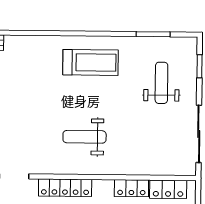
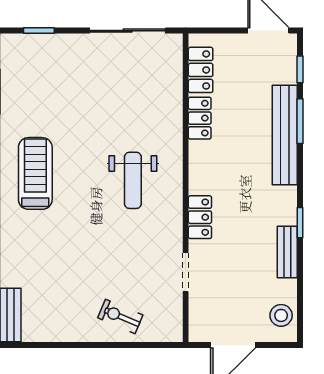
weight bench: (161, 83) -> (61, 80), removed
locker: (65, 188) -> (200, 217), width x0.66

